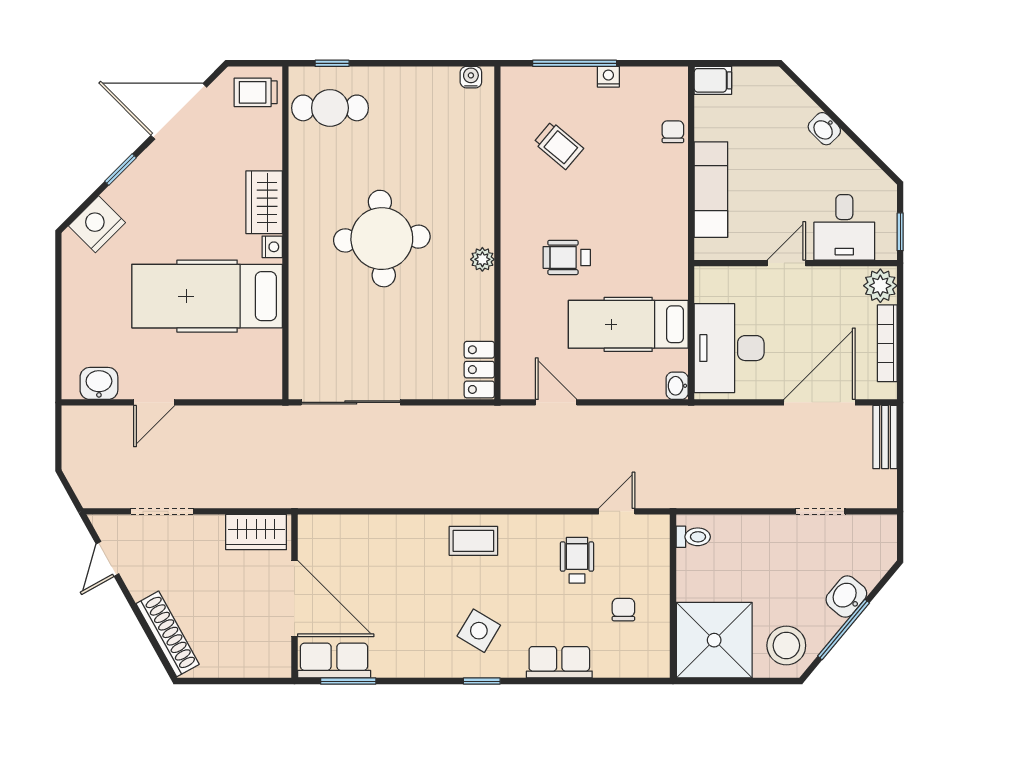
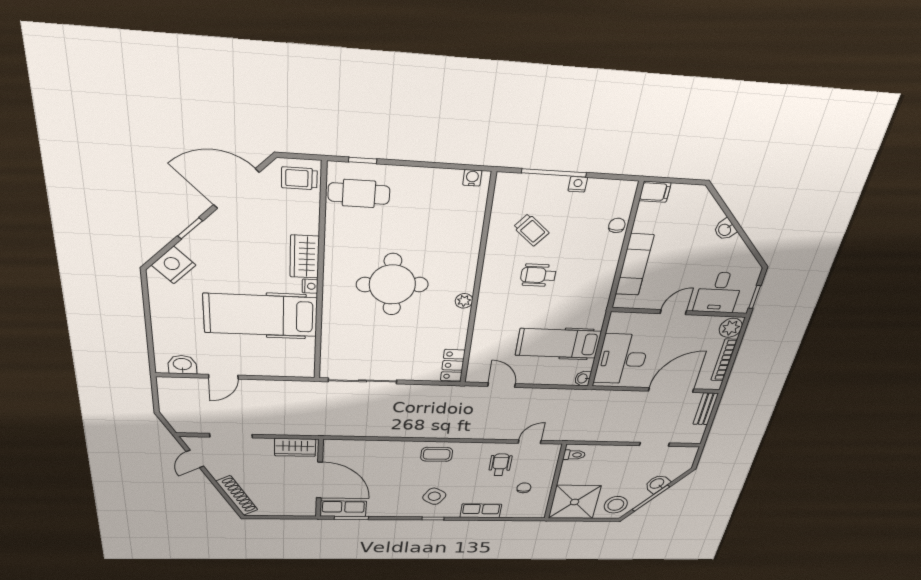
wheelchair: (567, 257) -> (538, 275), moved

